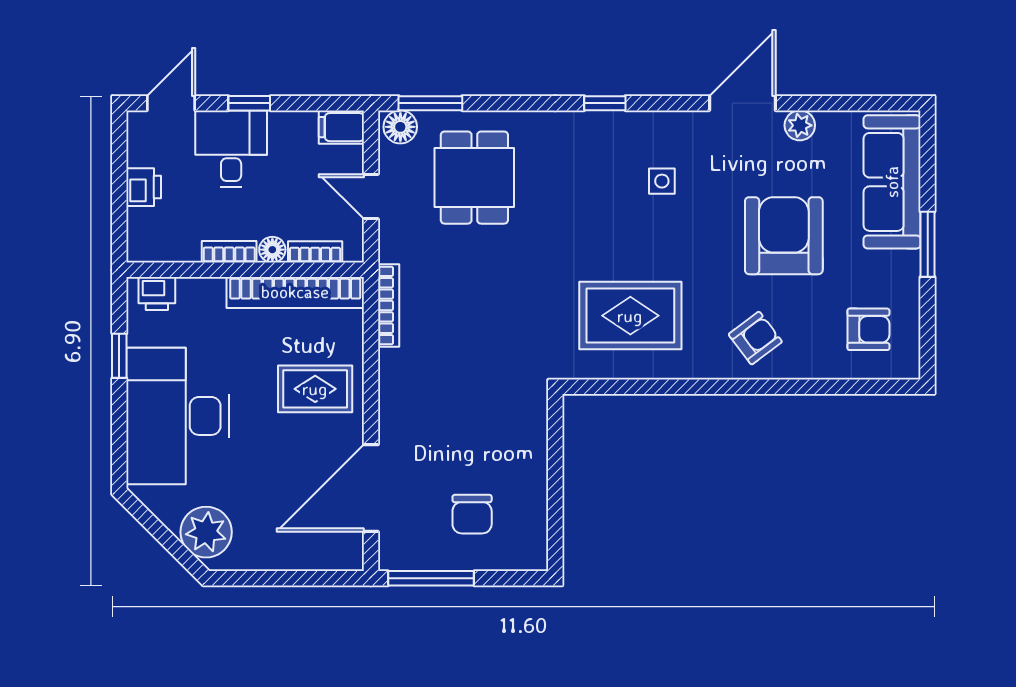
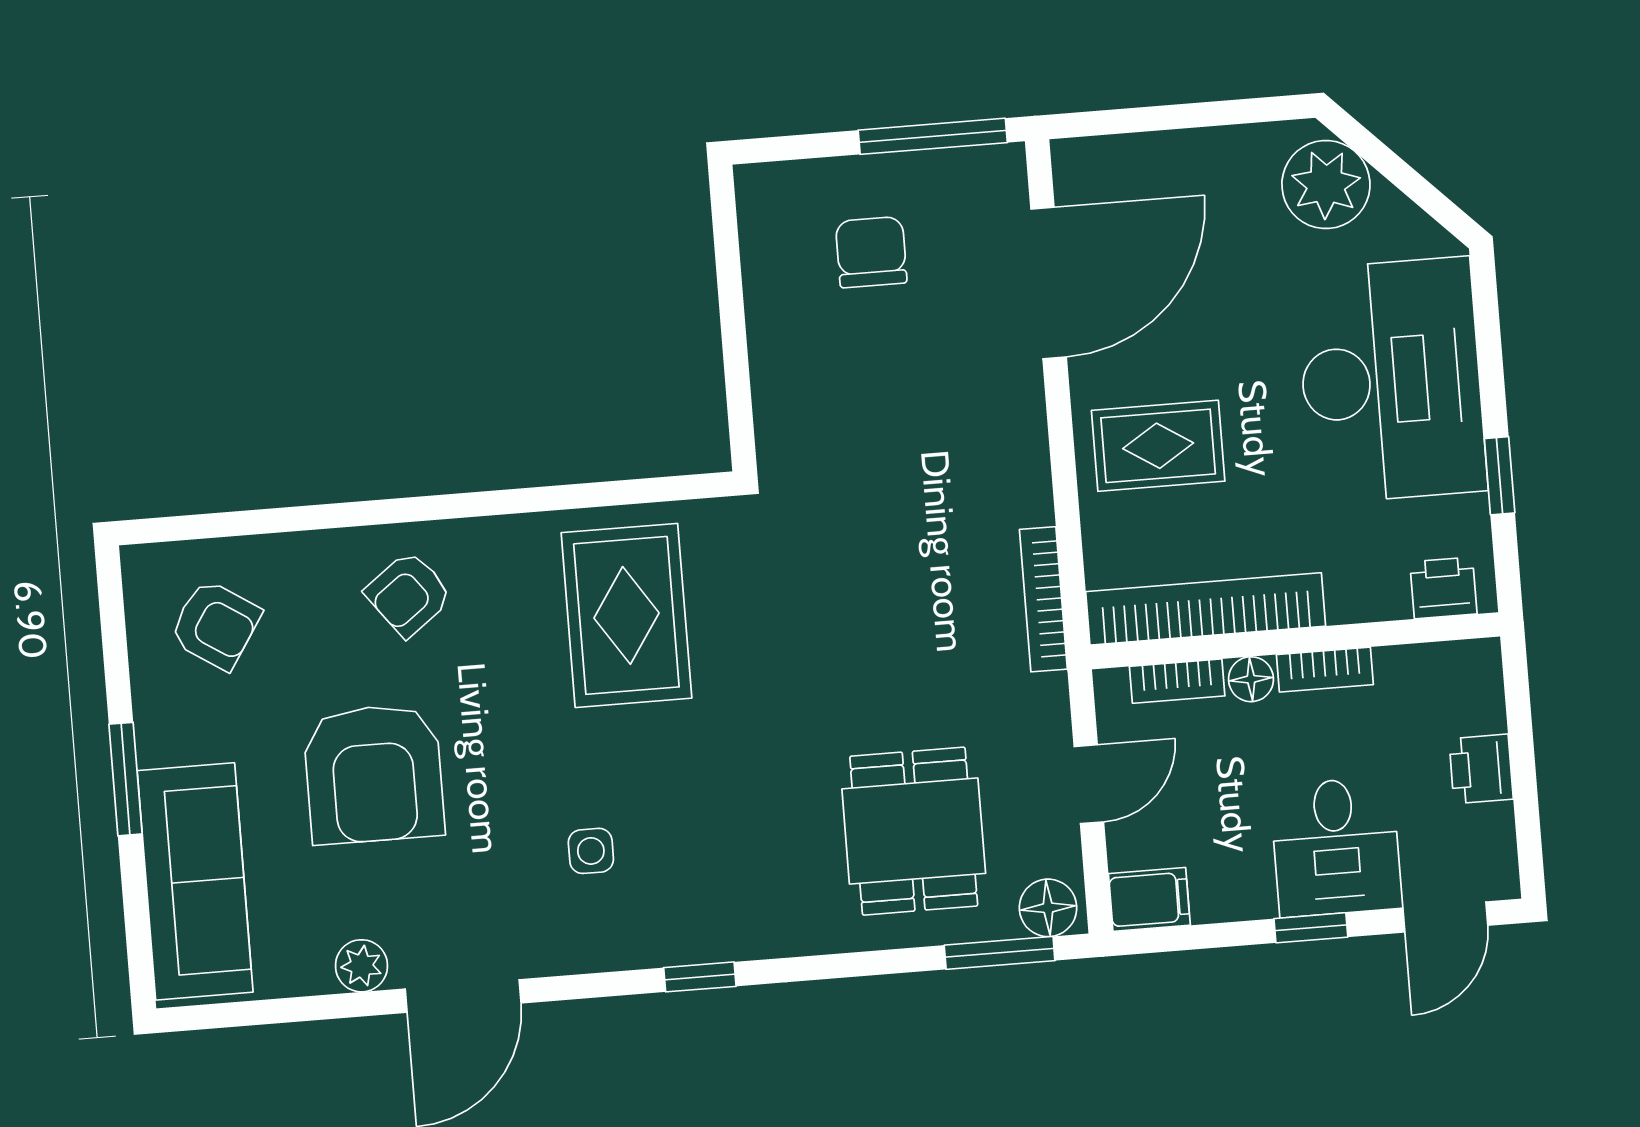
door: (371, 196) -> (1089, 784), hinge flipped
rug: (630, 316) -> (626, 615), turned 90
armchair: (868, 329) -> (215, 625), turned -147

